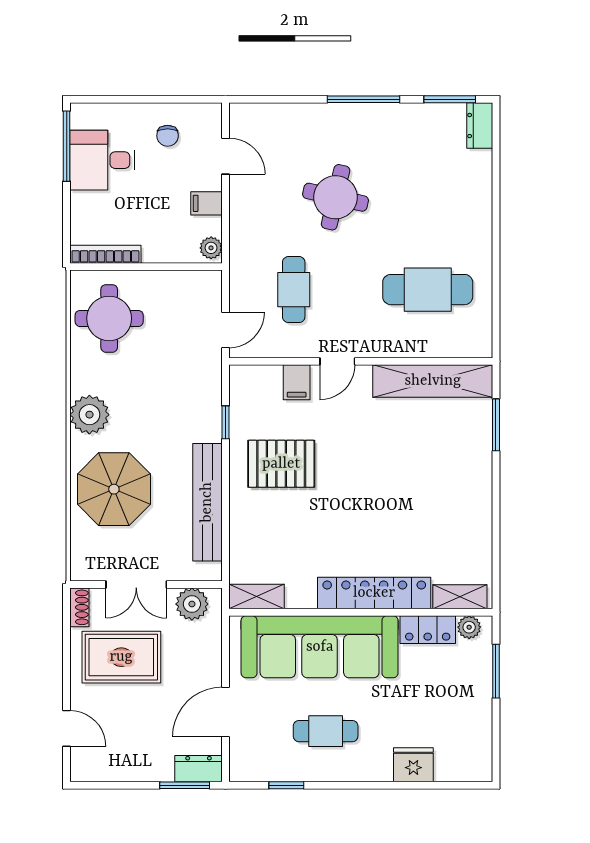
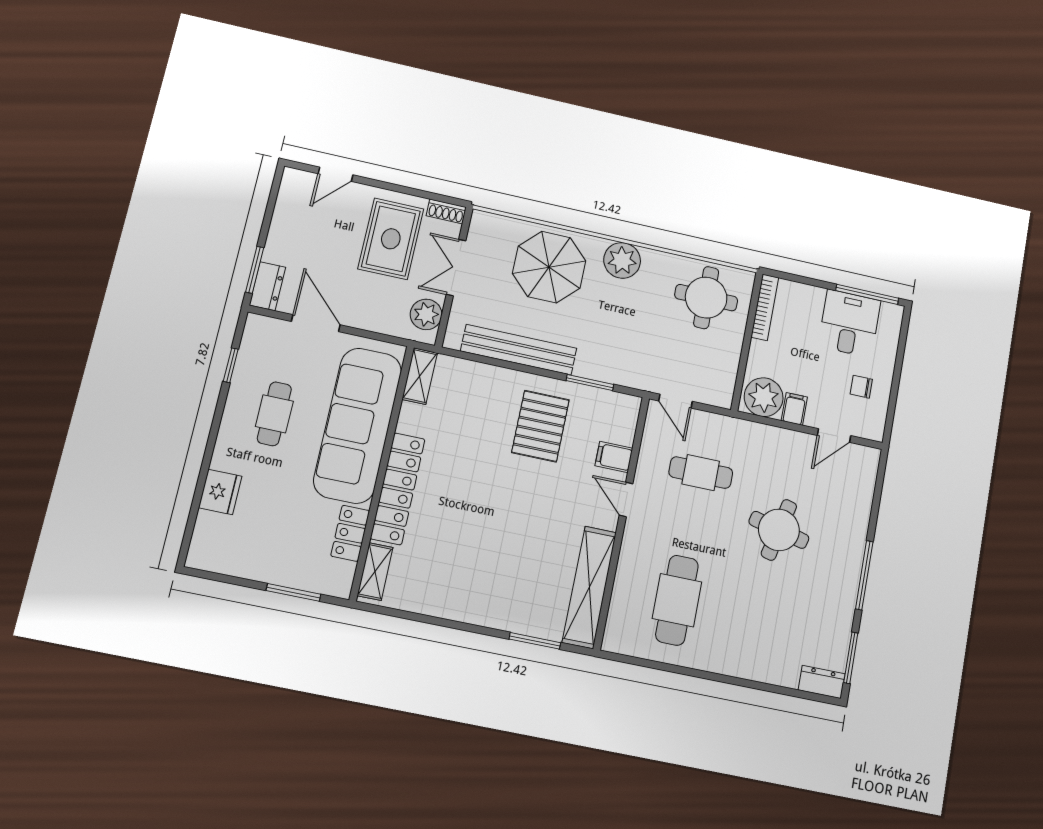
plant: (211, 248) -> (764, 397), width x1.87, depth x1.87
window: (225, 422) -> (590, 383), width x1.50
plant: (469, 627) -> (343, 575), removed

